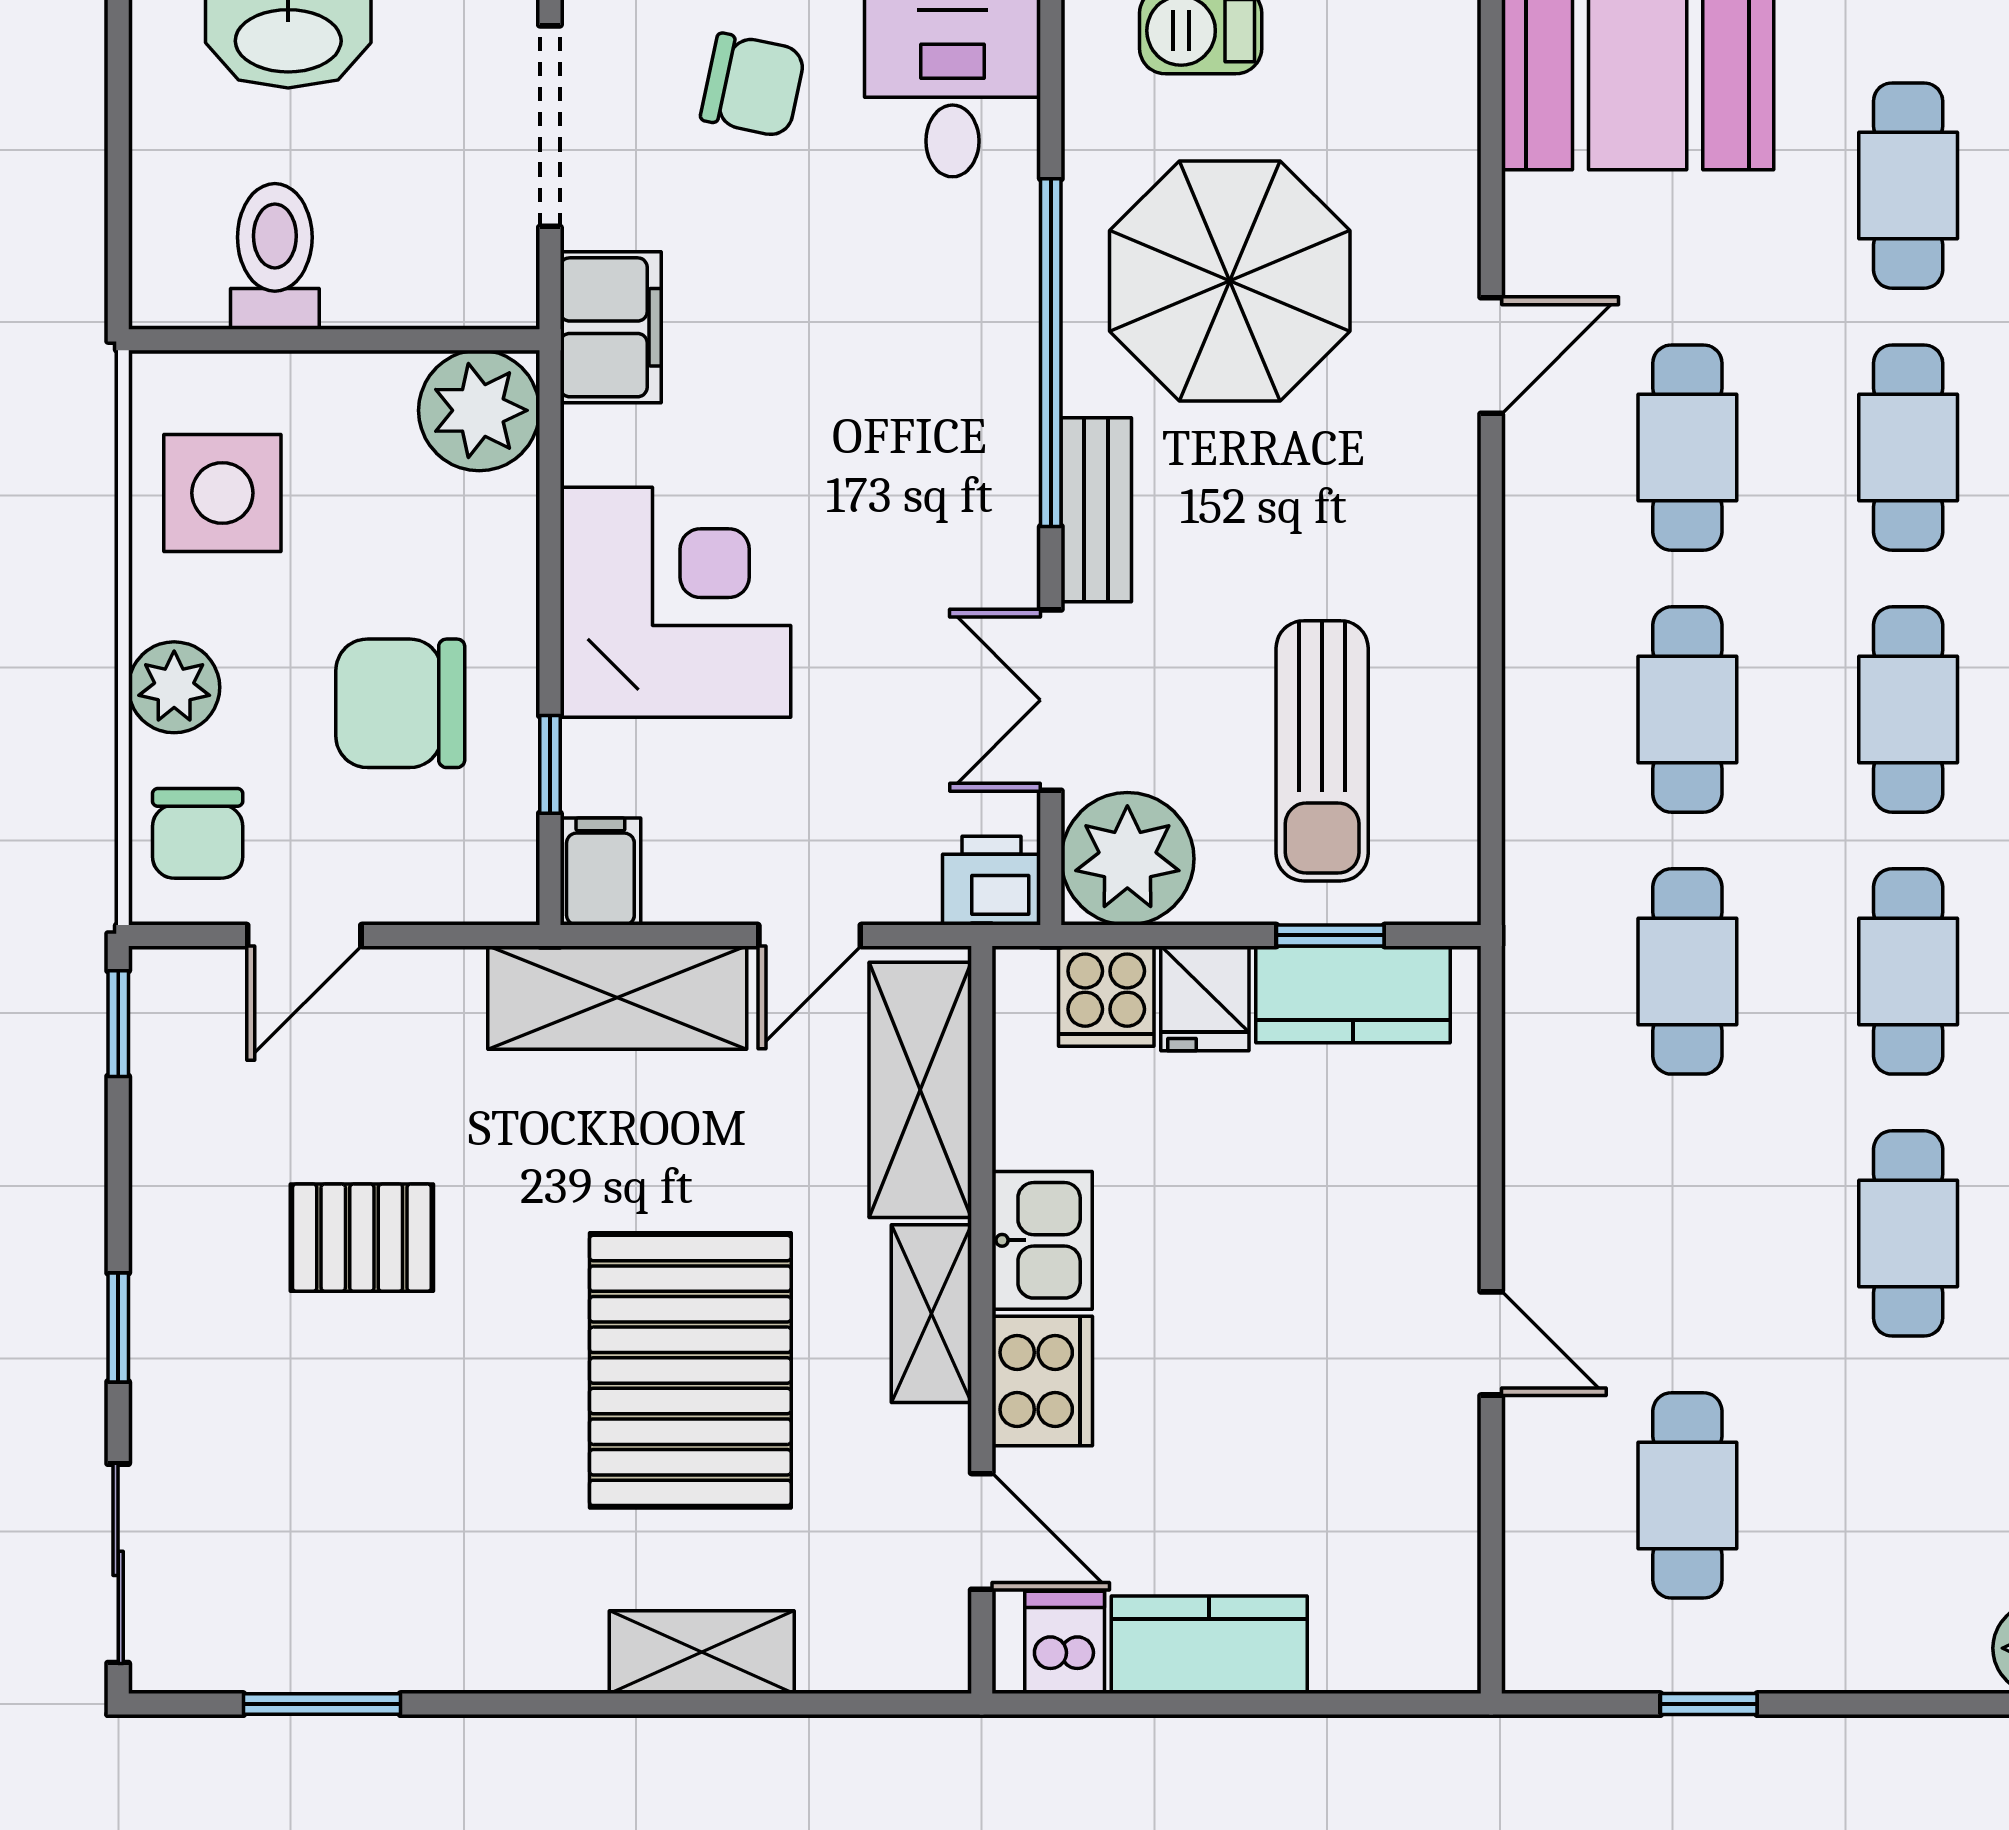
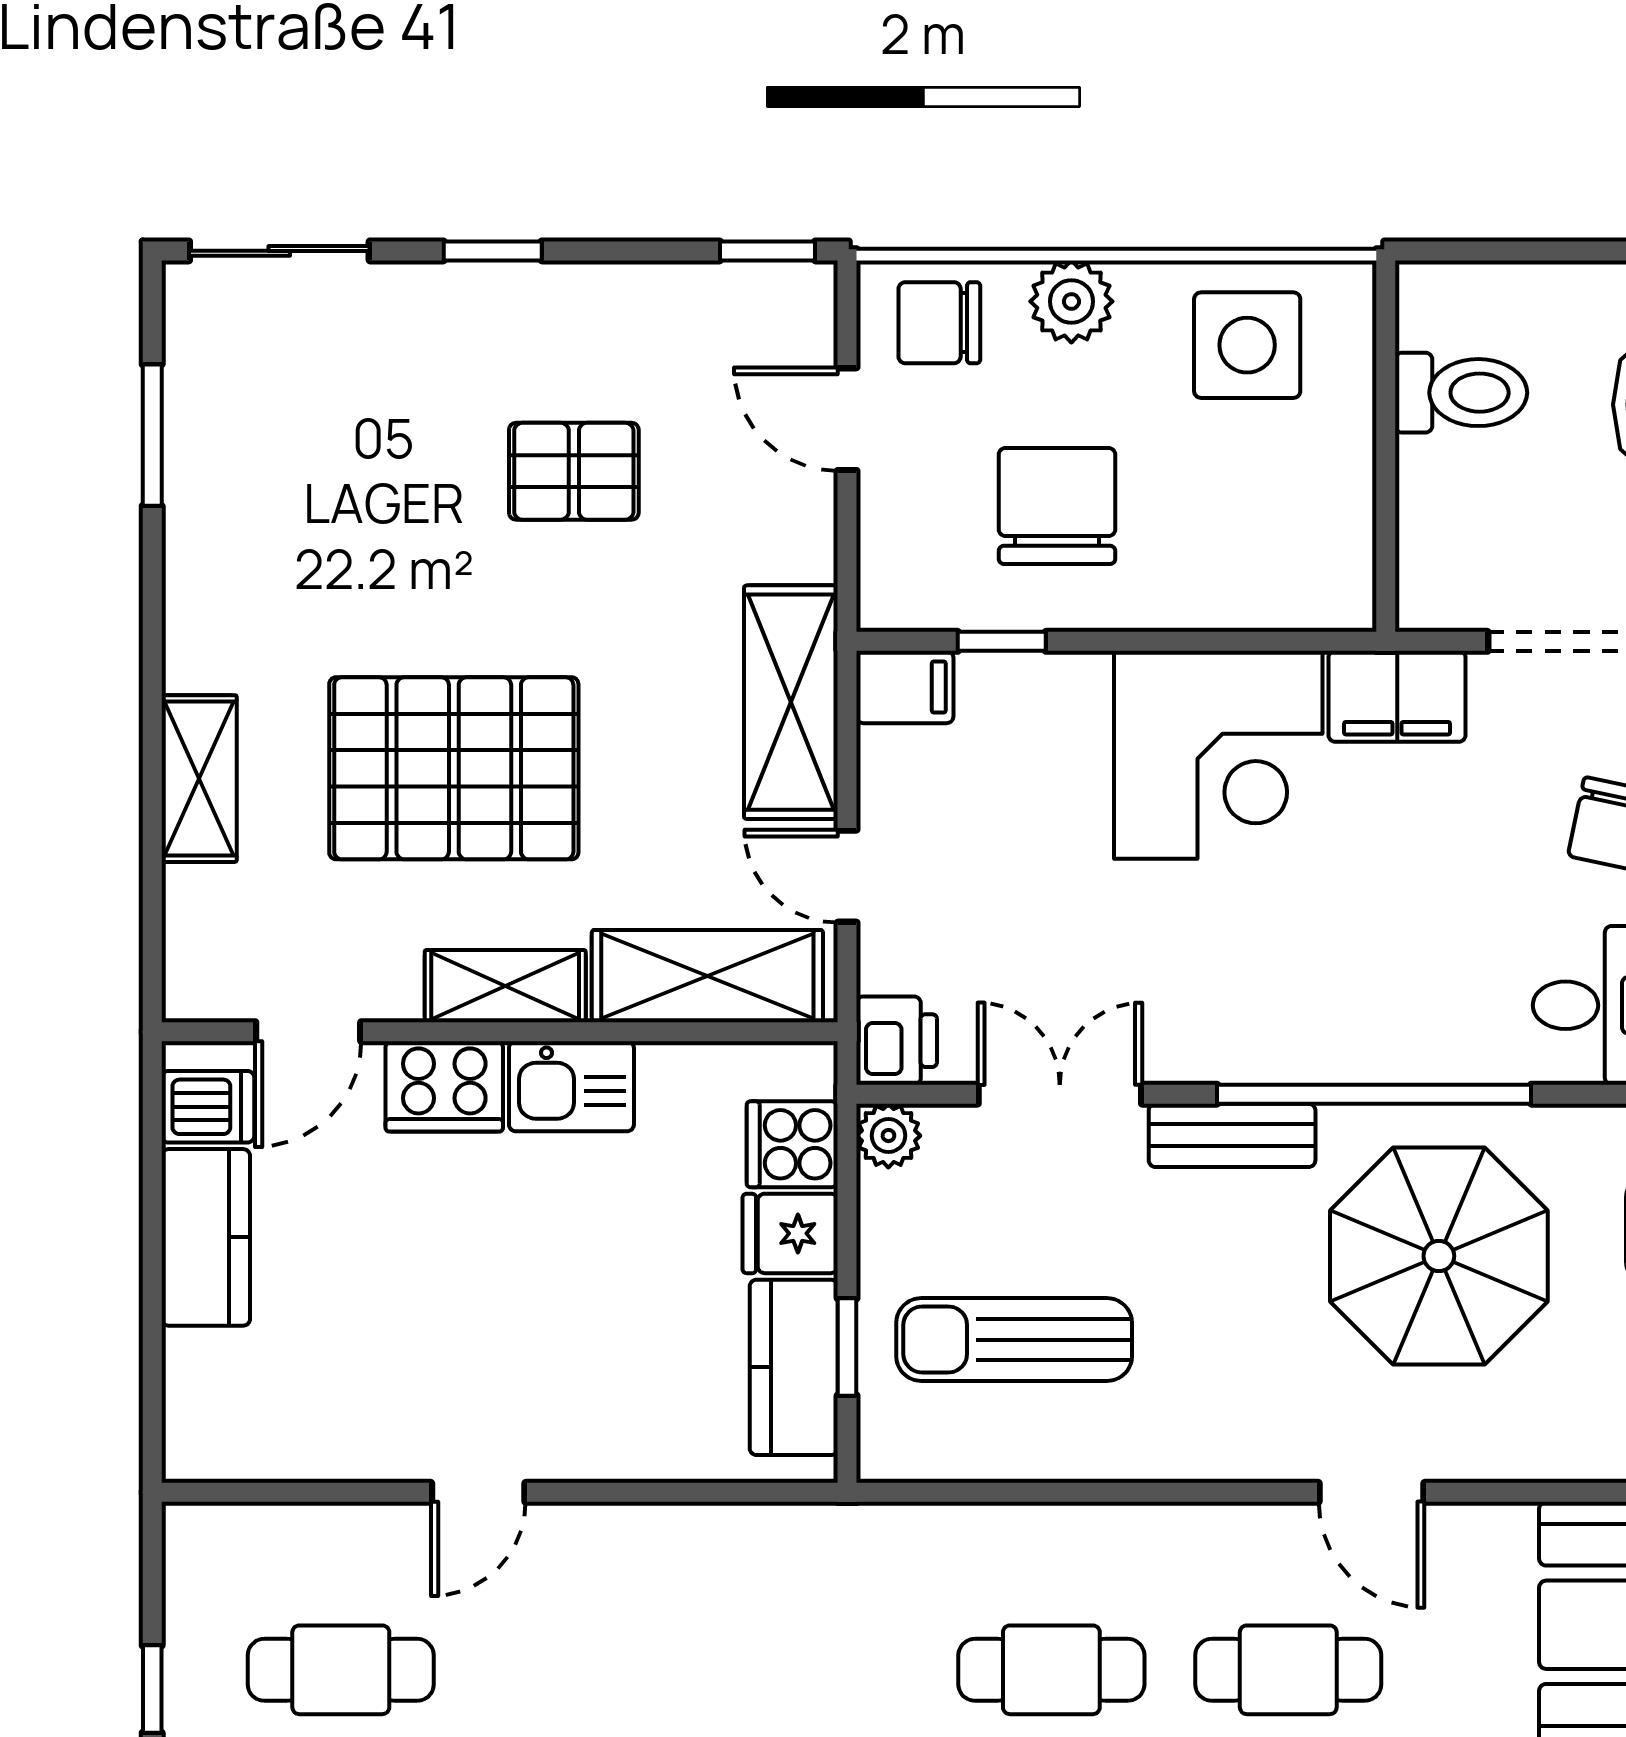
plant: (479, 410) -> (1322, 577), removed
corner desk: (675, 602) -> (1218, 755), moved
plant: (1127, 859) -> (888, 1136), width x0.53, depth x0.53
cafe table: (1687, 971) -> (815, 1670), removed
pallet: (362, 1238) -> (574, 471), turned 90

